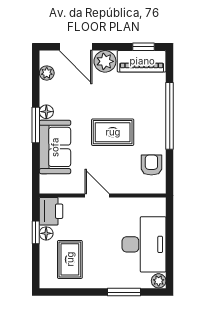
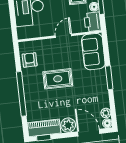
floor lamp: (46, 112) -> (107, 123), moved
sofa: (55, 147) -> (93, 52), moved
armchair: (151, 165) -> (30, 60), turned 180
door: (97, 195) -> (63, 36), swing flipped

